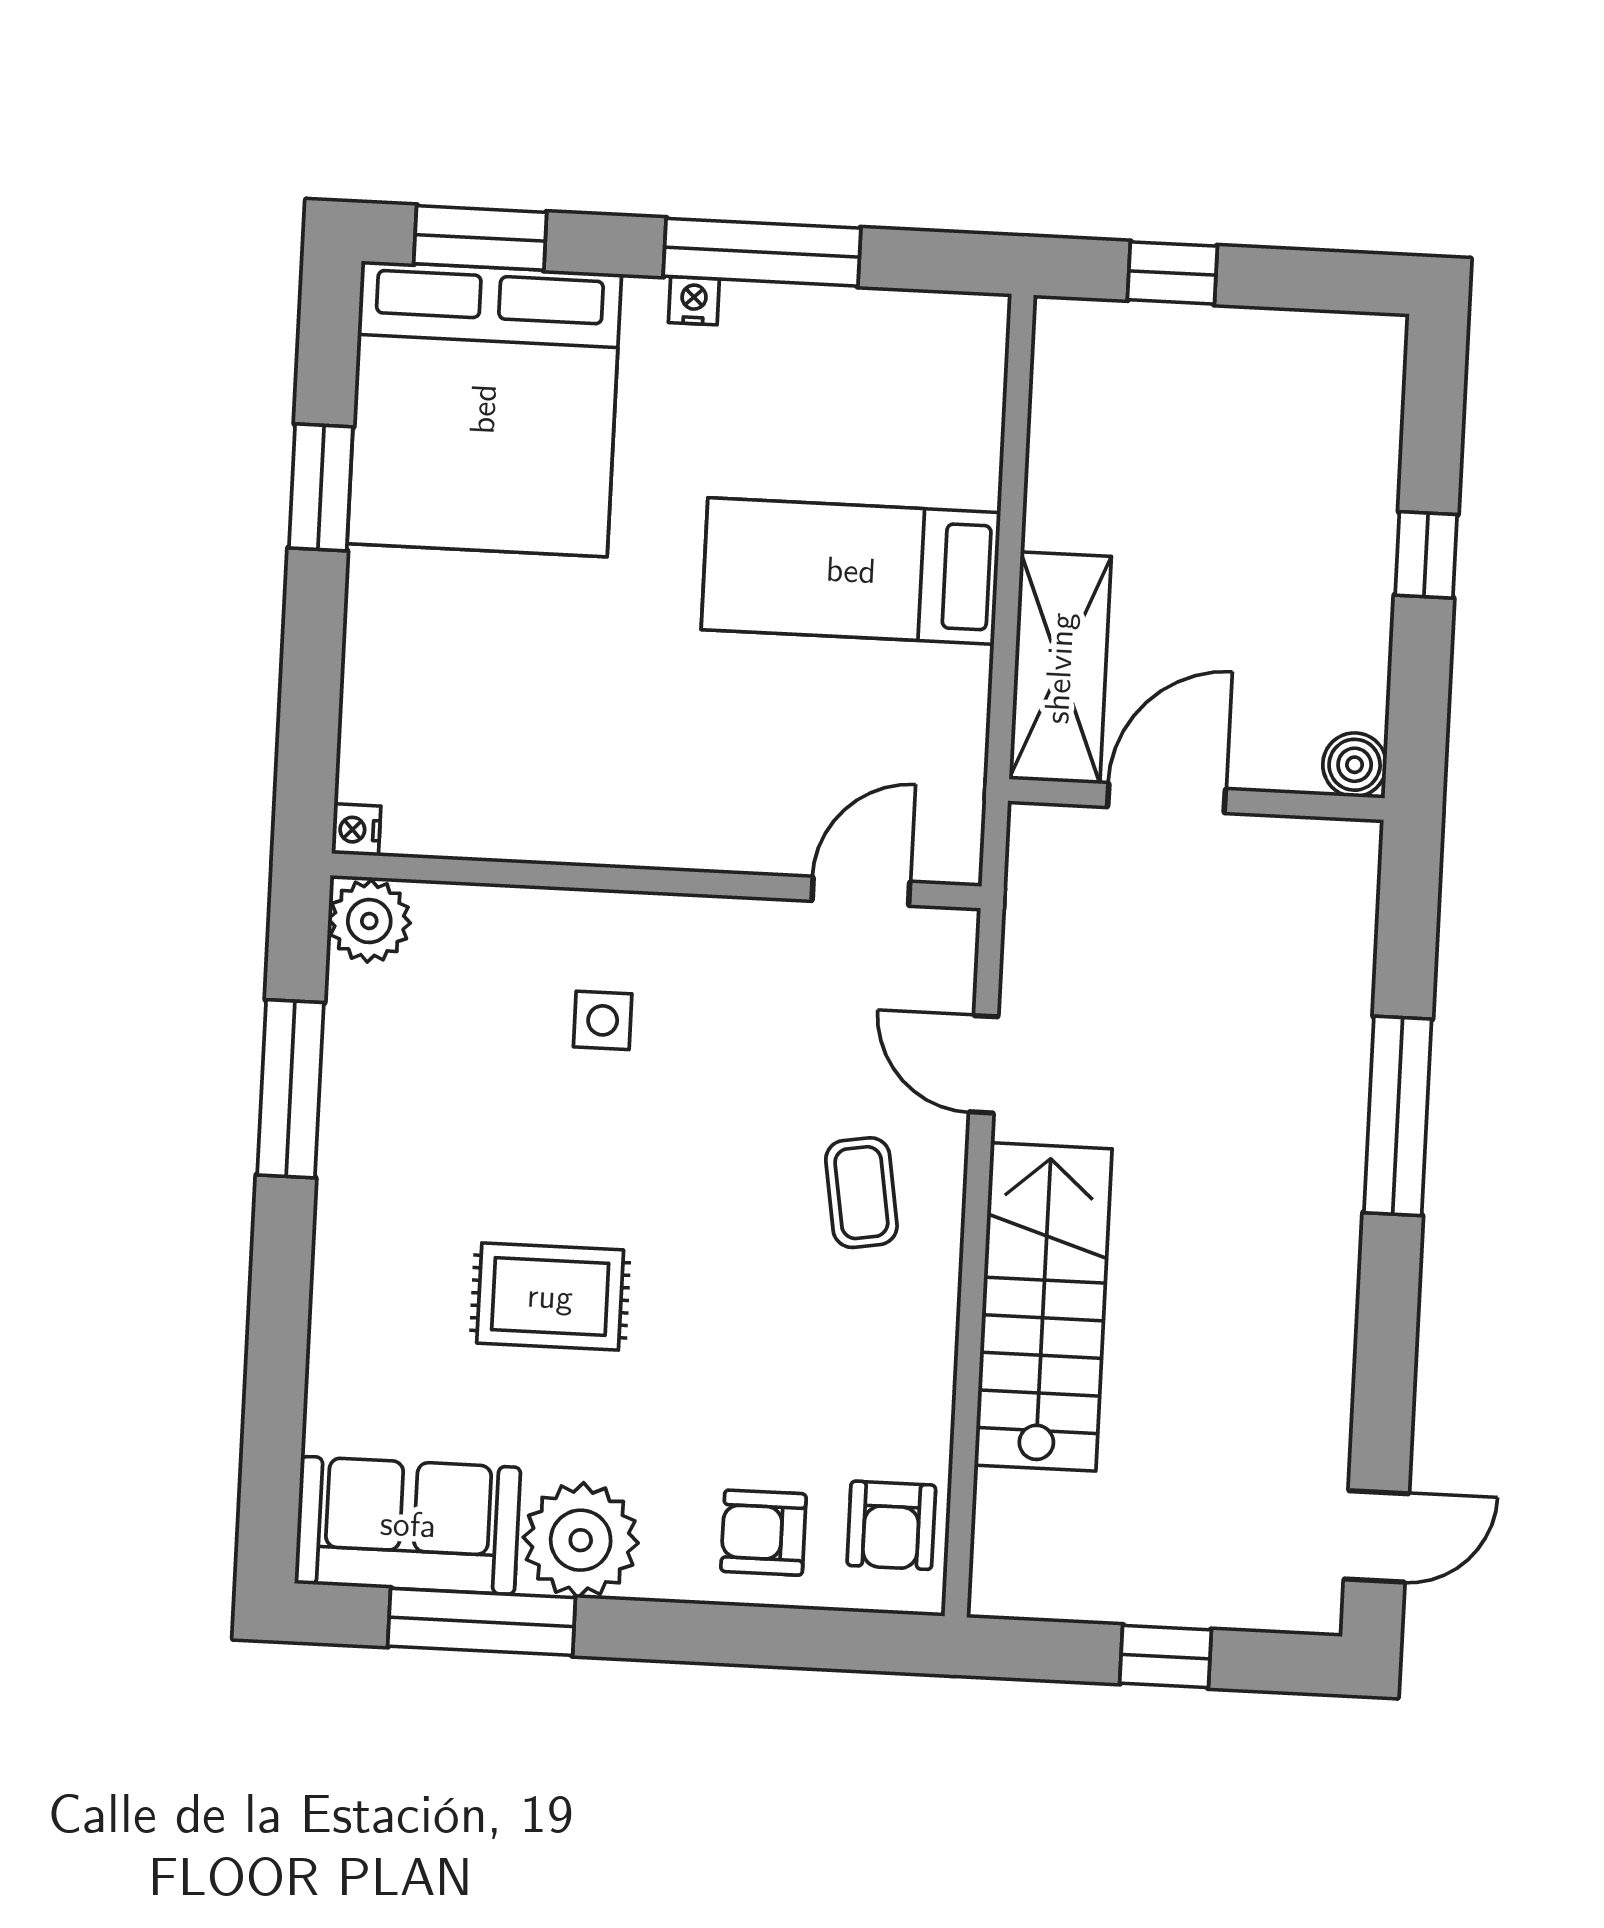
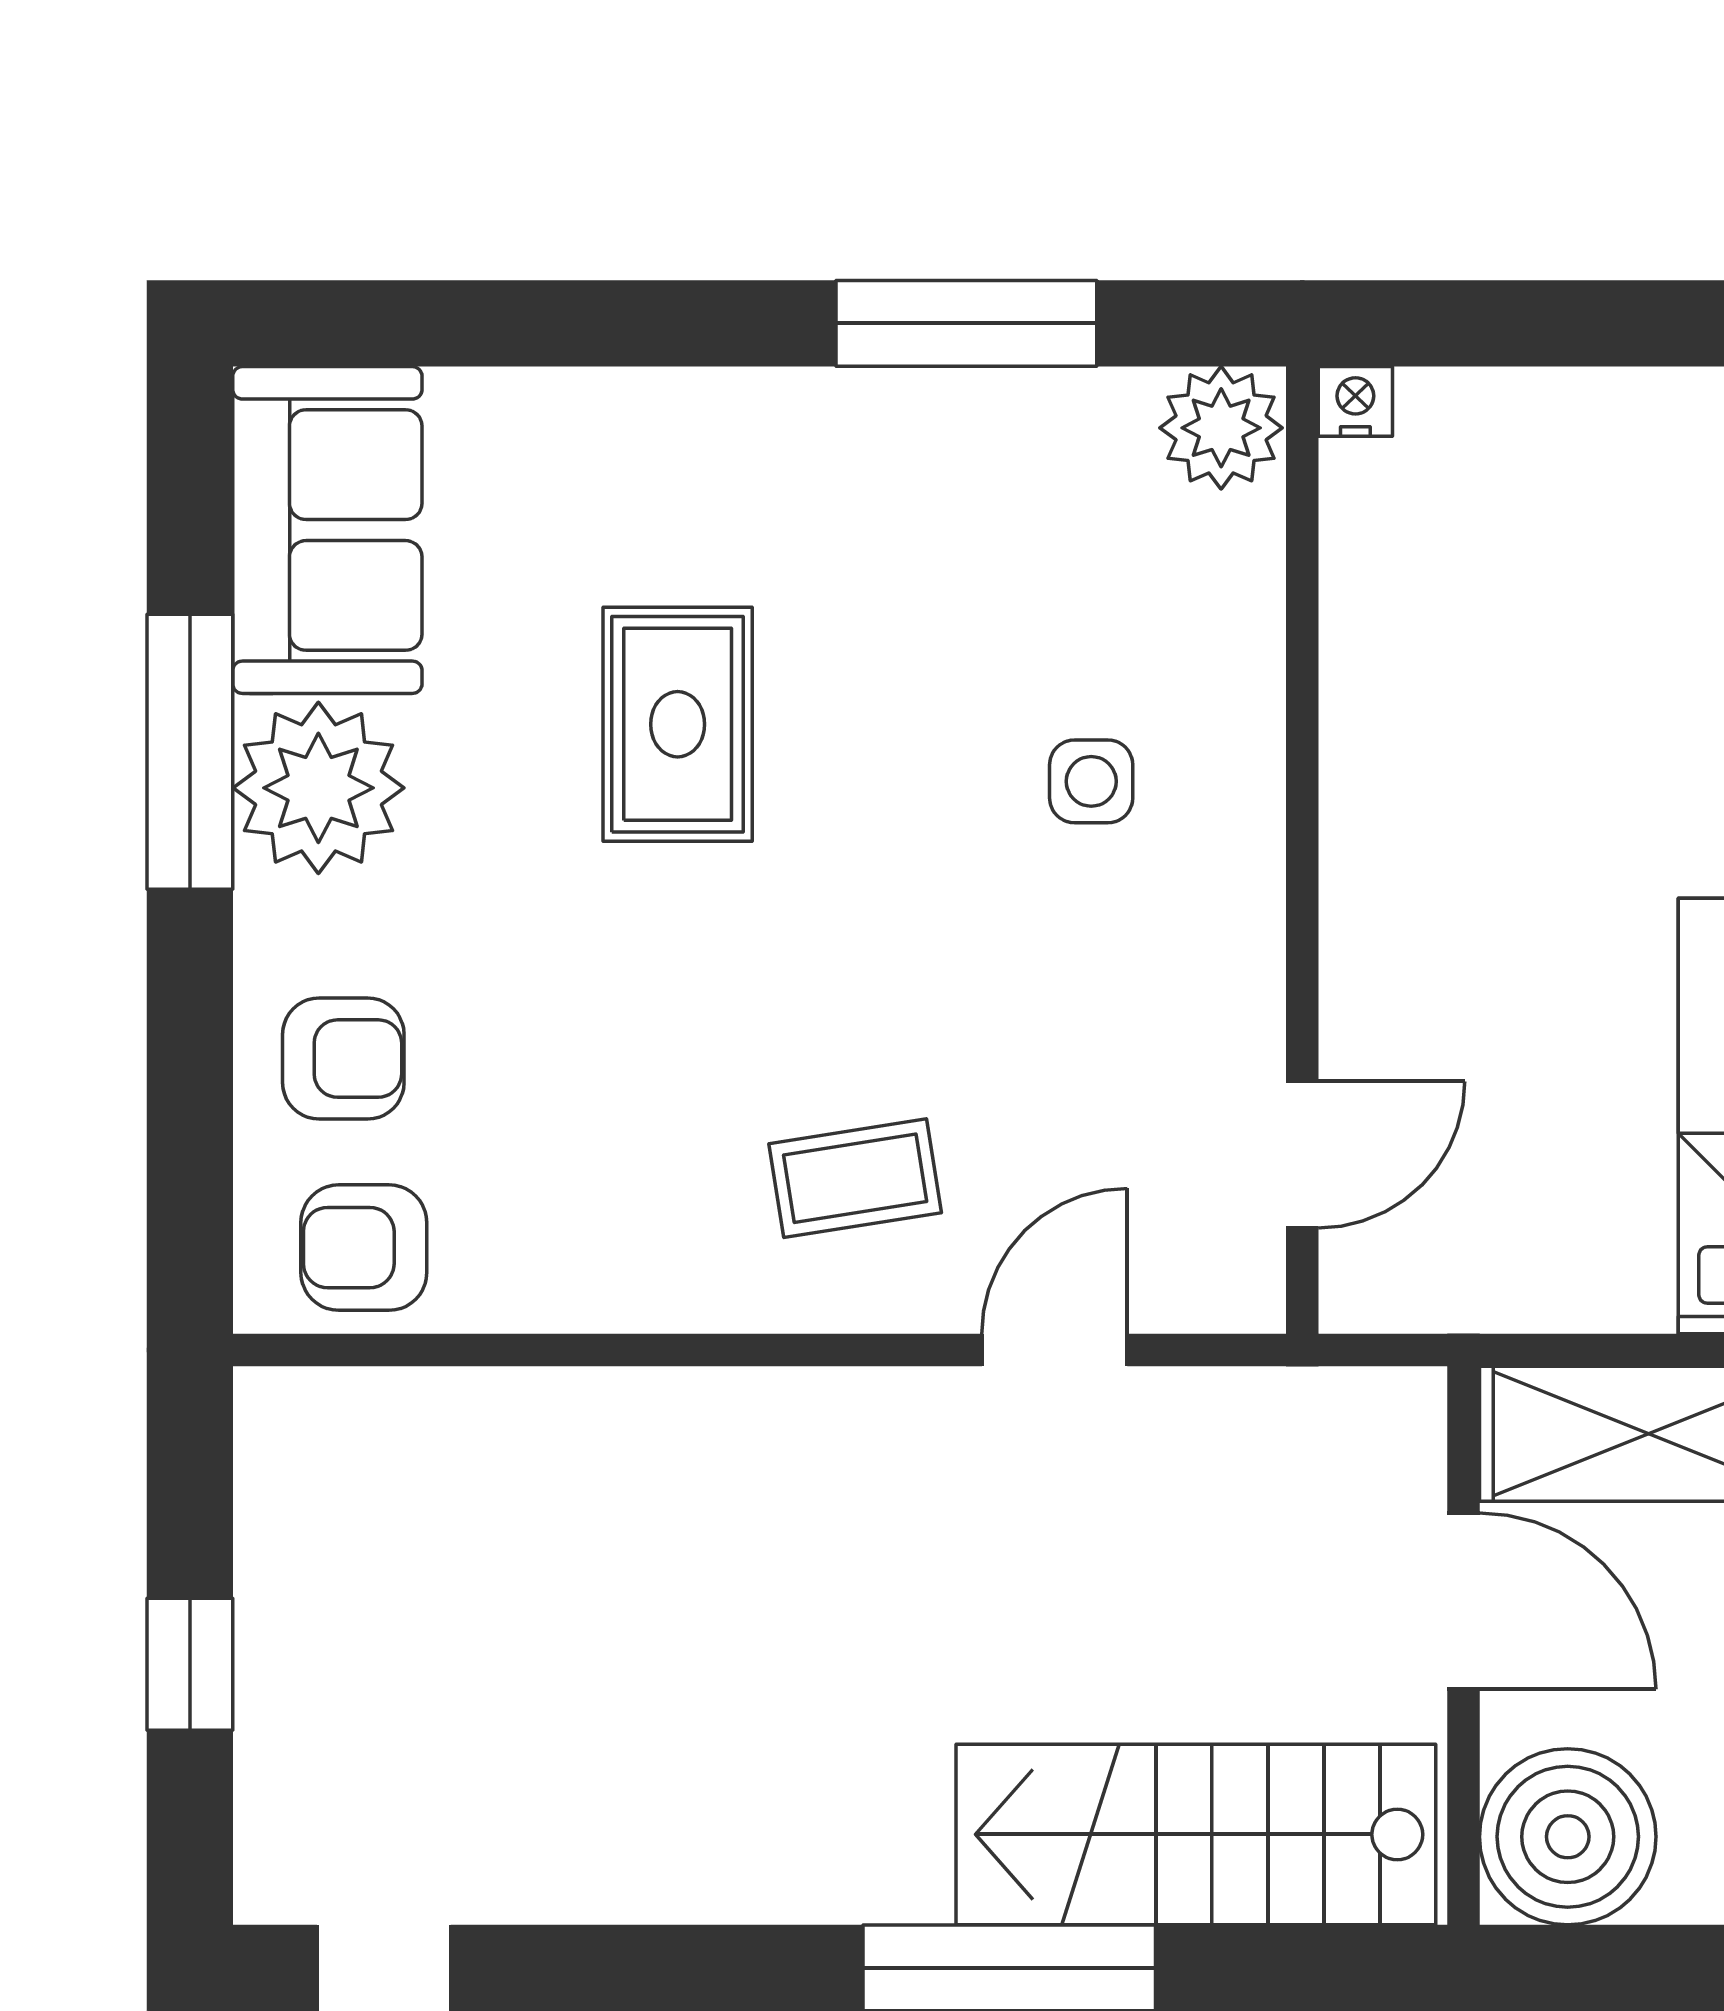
boiler: (1355, 765) -> (1568, 1837), width x1.86, depth x1.86
door: (861, 891) -> (1302, 1155), hinge flipped
stairs: (1043, 1307) -> (1196, 1834), moved, turned 180
armchair: (764, 1533) -> (343, 1059), turned 90
window: (482, 1622) -> (190, 752), moved

